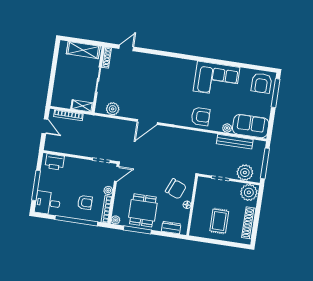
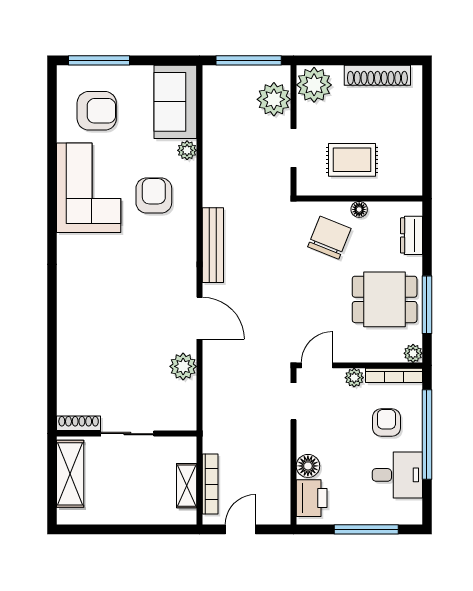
door: (126, 48) -> (52, 385), removed
armchair: (261, 83) -> (97, 111), moved
shelving: (82, 106) -> (187, 486), moved
plant: (113, 109) -> (183, 366), moved
armchair: (201, 116) -> (154, 195), moved
bench: (235, 142) -> (213, 245), moved
floor lamp: (70, 162) -> (308, 466), added
door: (117, 174) -> (317, 365), hinge flipped
desk: (48, 203) -> (397, 475), moved, turned -90
rug: (219, 221) -> (352, 160), moved

